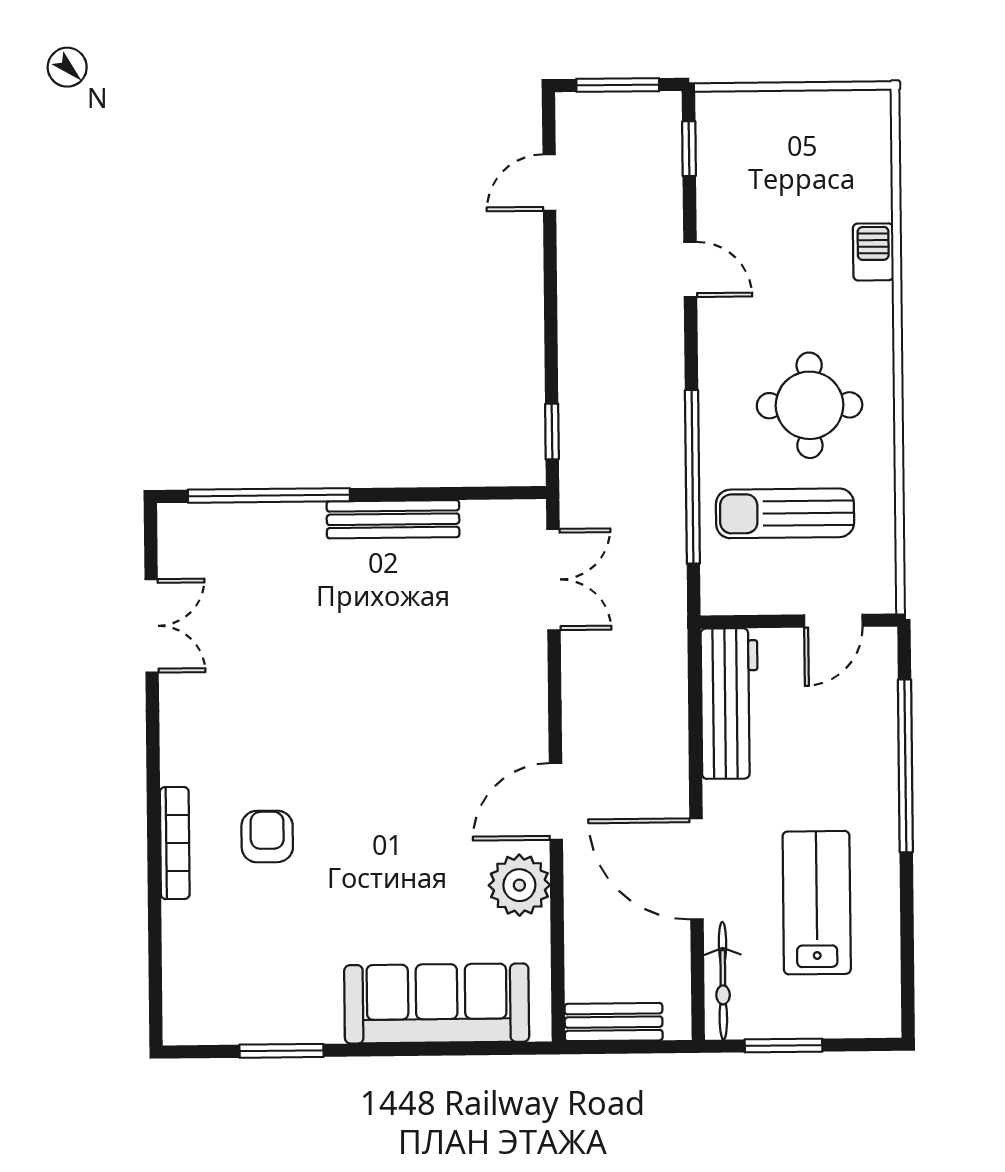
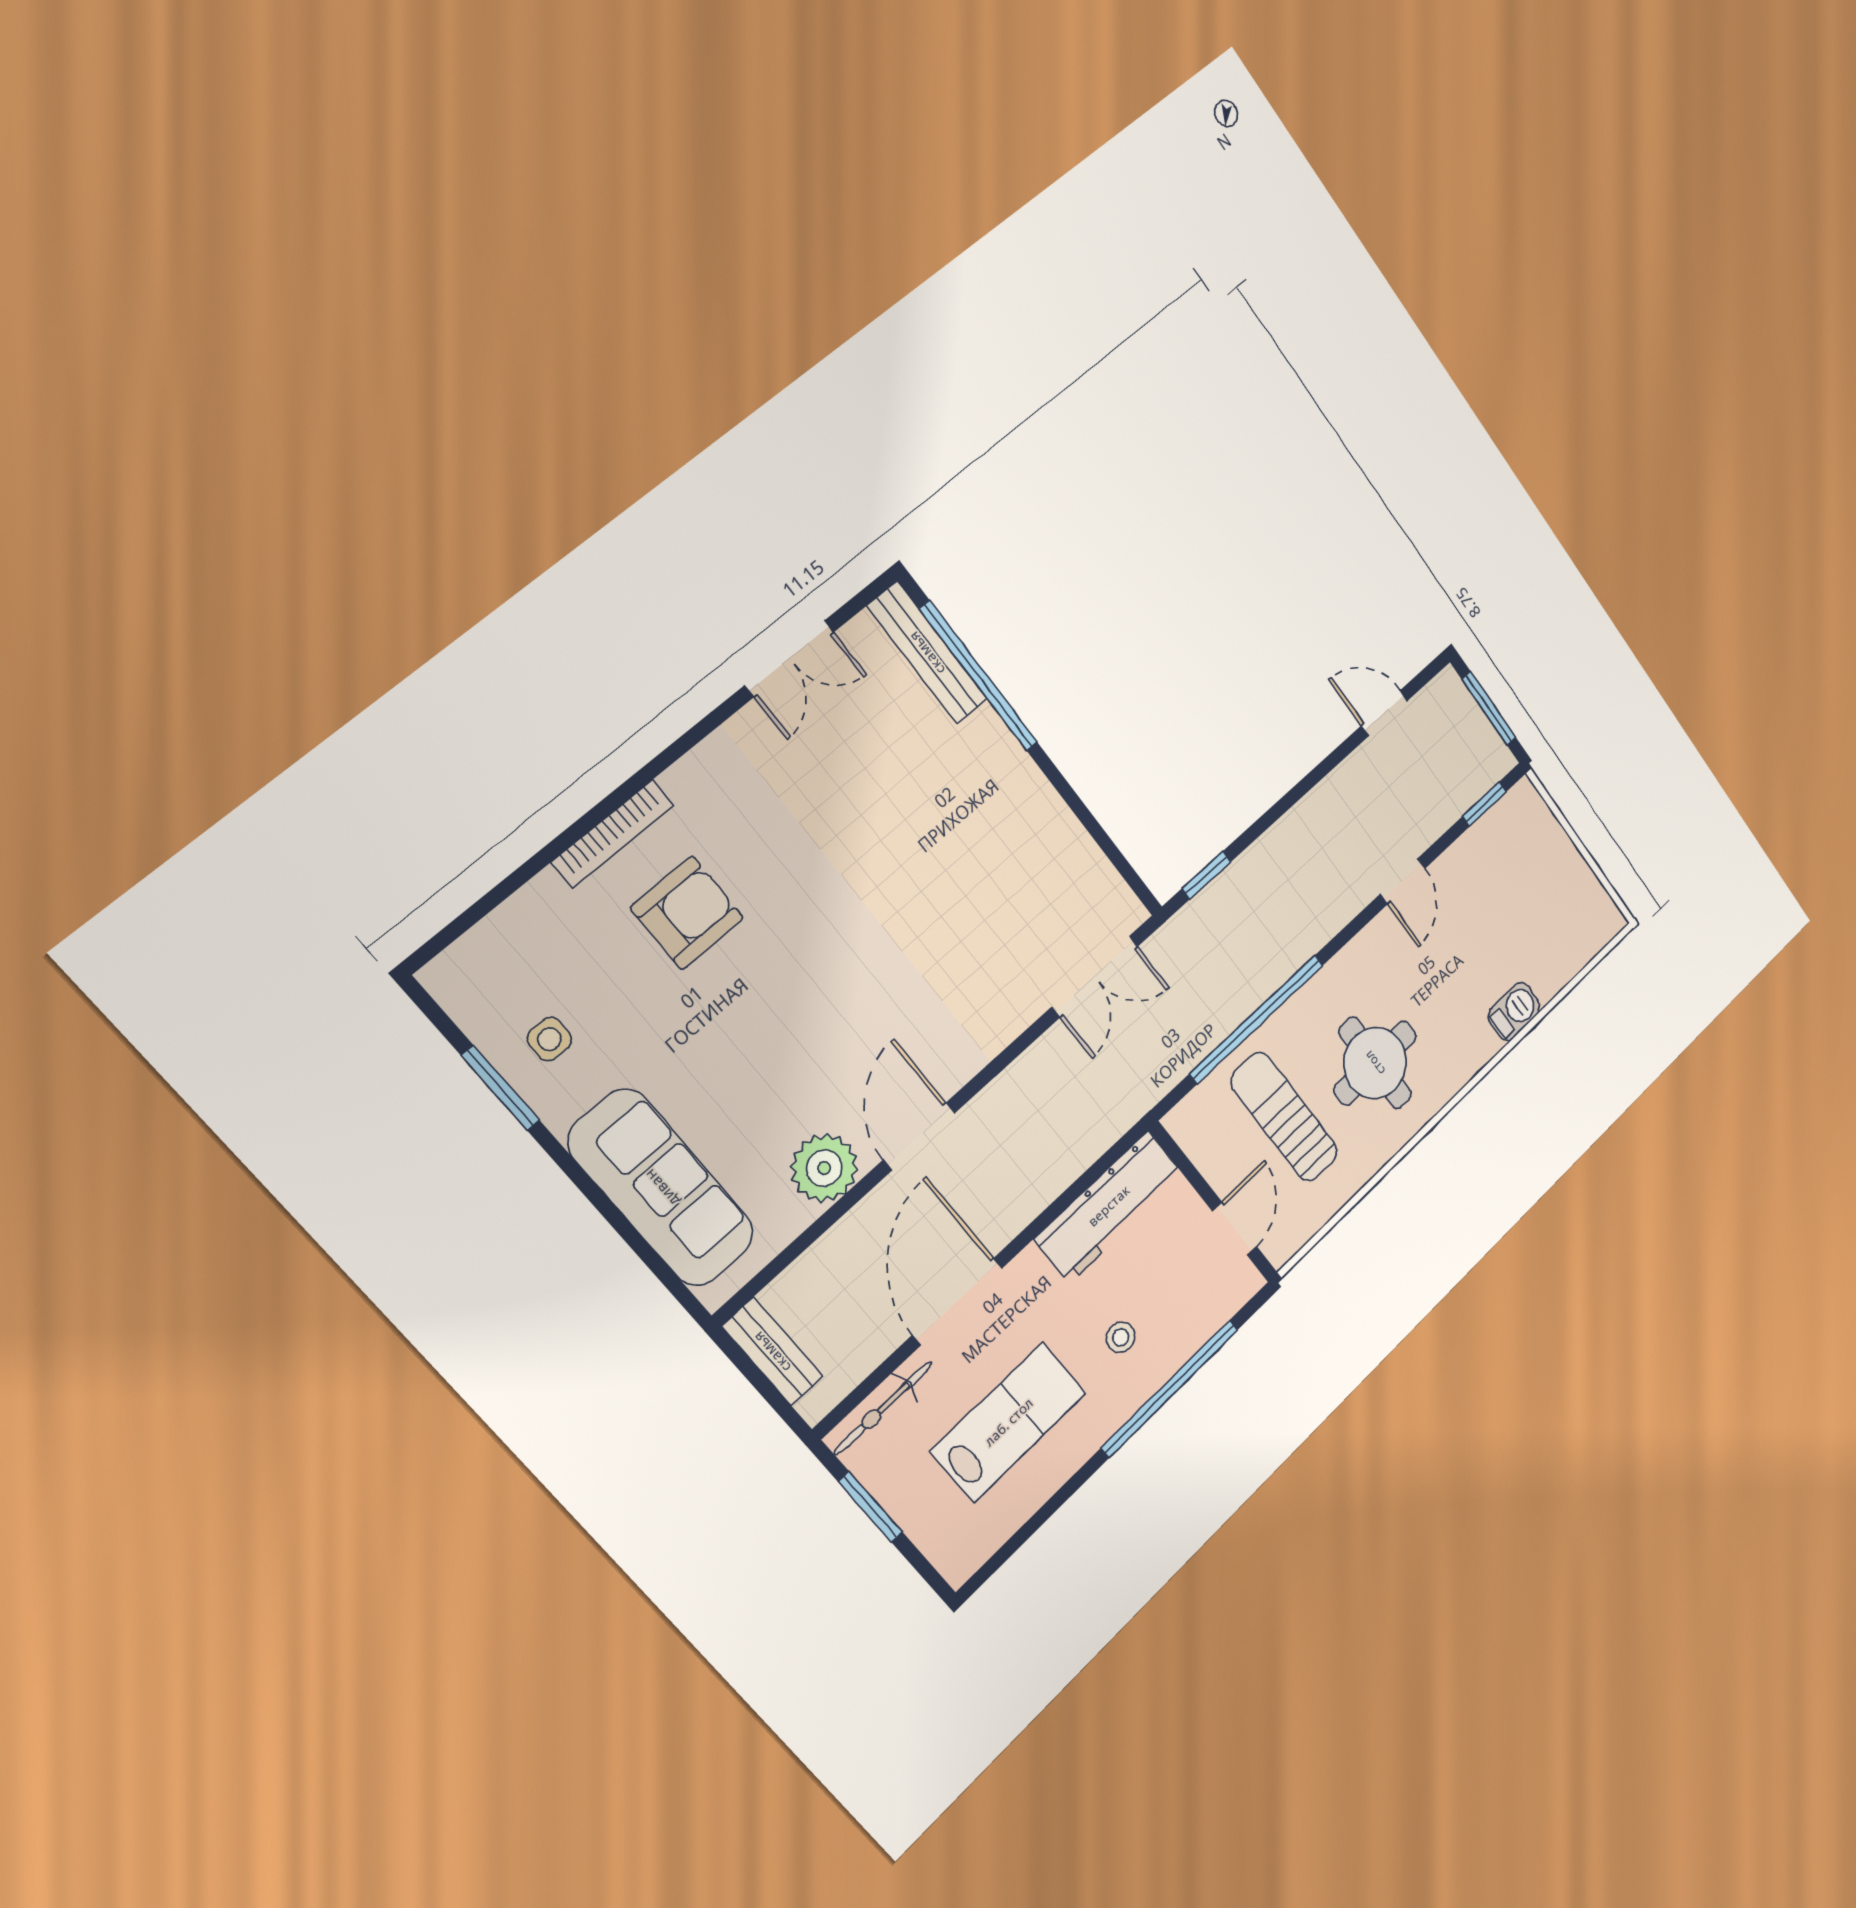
bench: (393, 519) -> (927, 653), moved
door: (833, 621) -> (1235, 1229), swing flipped
stool: (833, 772) -> (1121, 1337), added
door: (556, 801) -> (919, 1136), hinge flipped
armchair: (267, 836) -> (687, 913), width x1.38, depth x1.38
side table: (276, 994) -> (549, 1039), added

